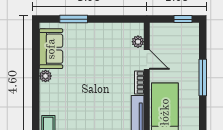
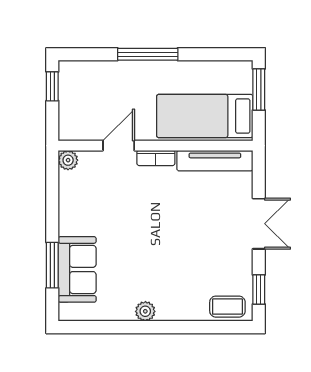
plant: (138, 42) -> (68, 160), moved
sofa: (51, 49) -> (77, 269), moved, turned 90

